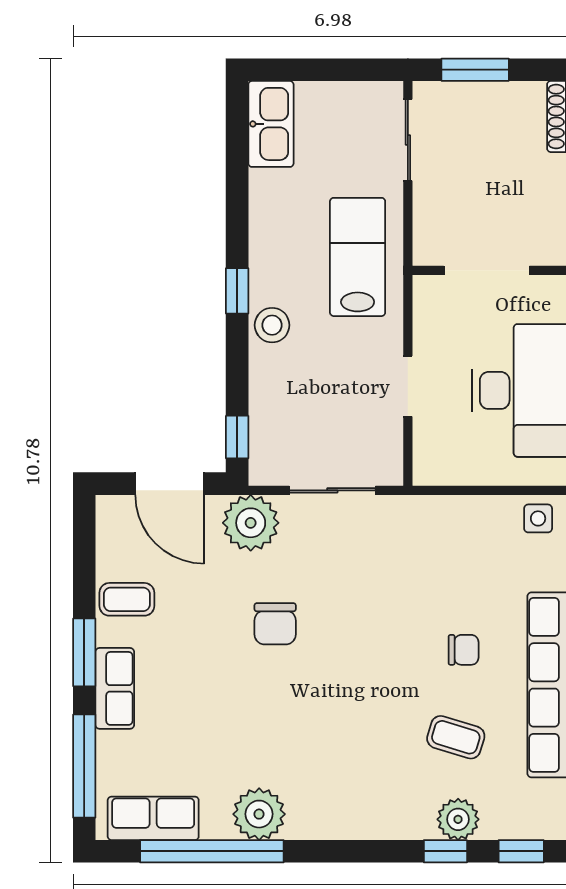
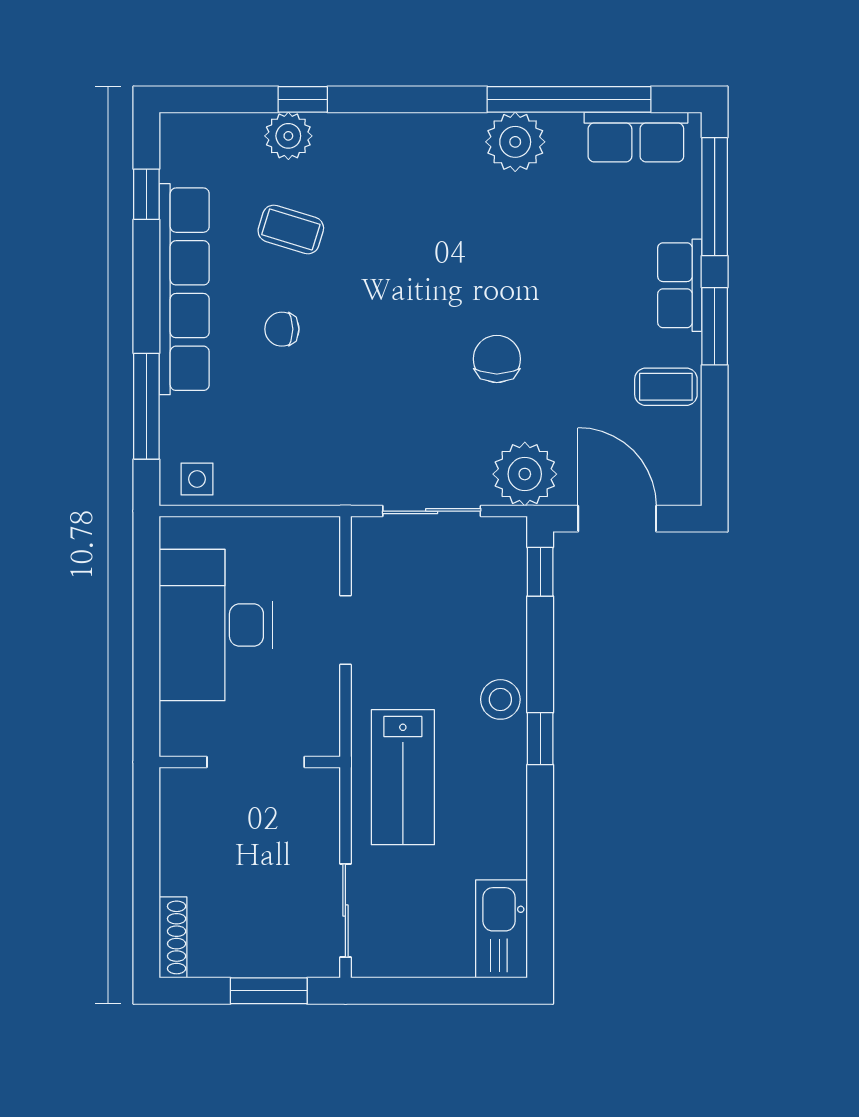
window: (521, 851) -> (216, 99), removed

